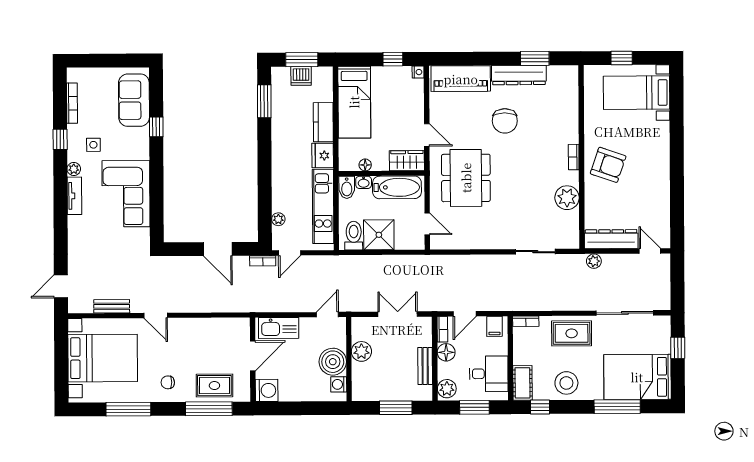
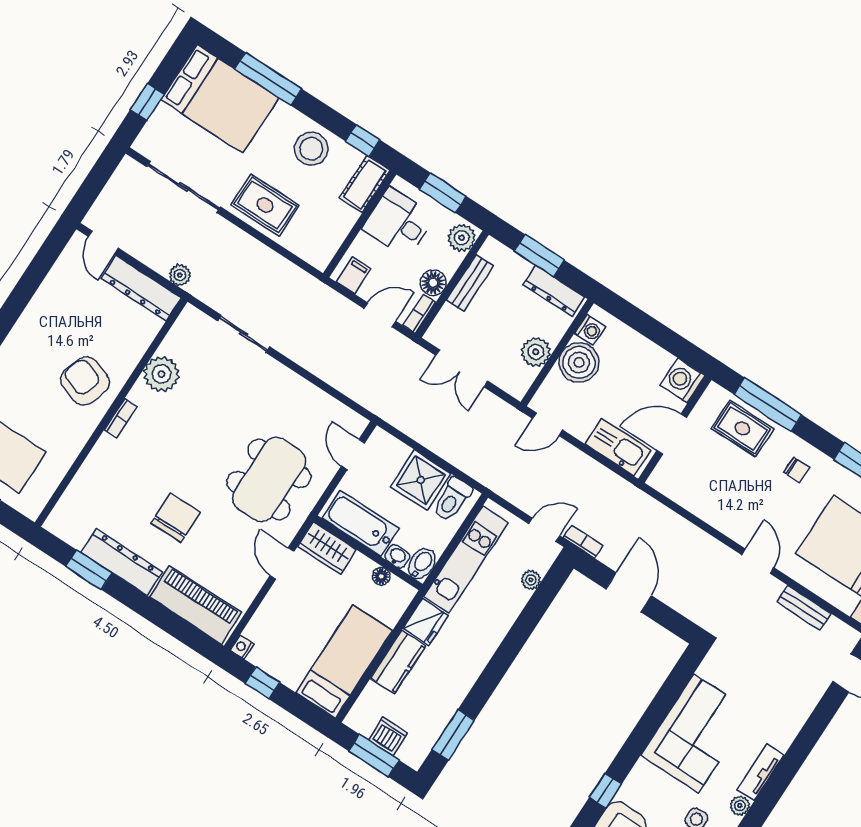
bookcase: (526, 321) -> (311, 257), removed
dresser: (374, 393) -> (554, 291), added

